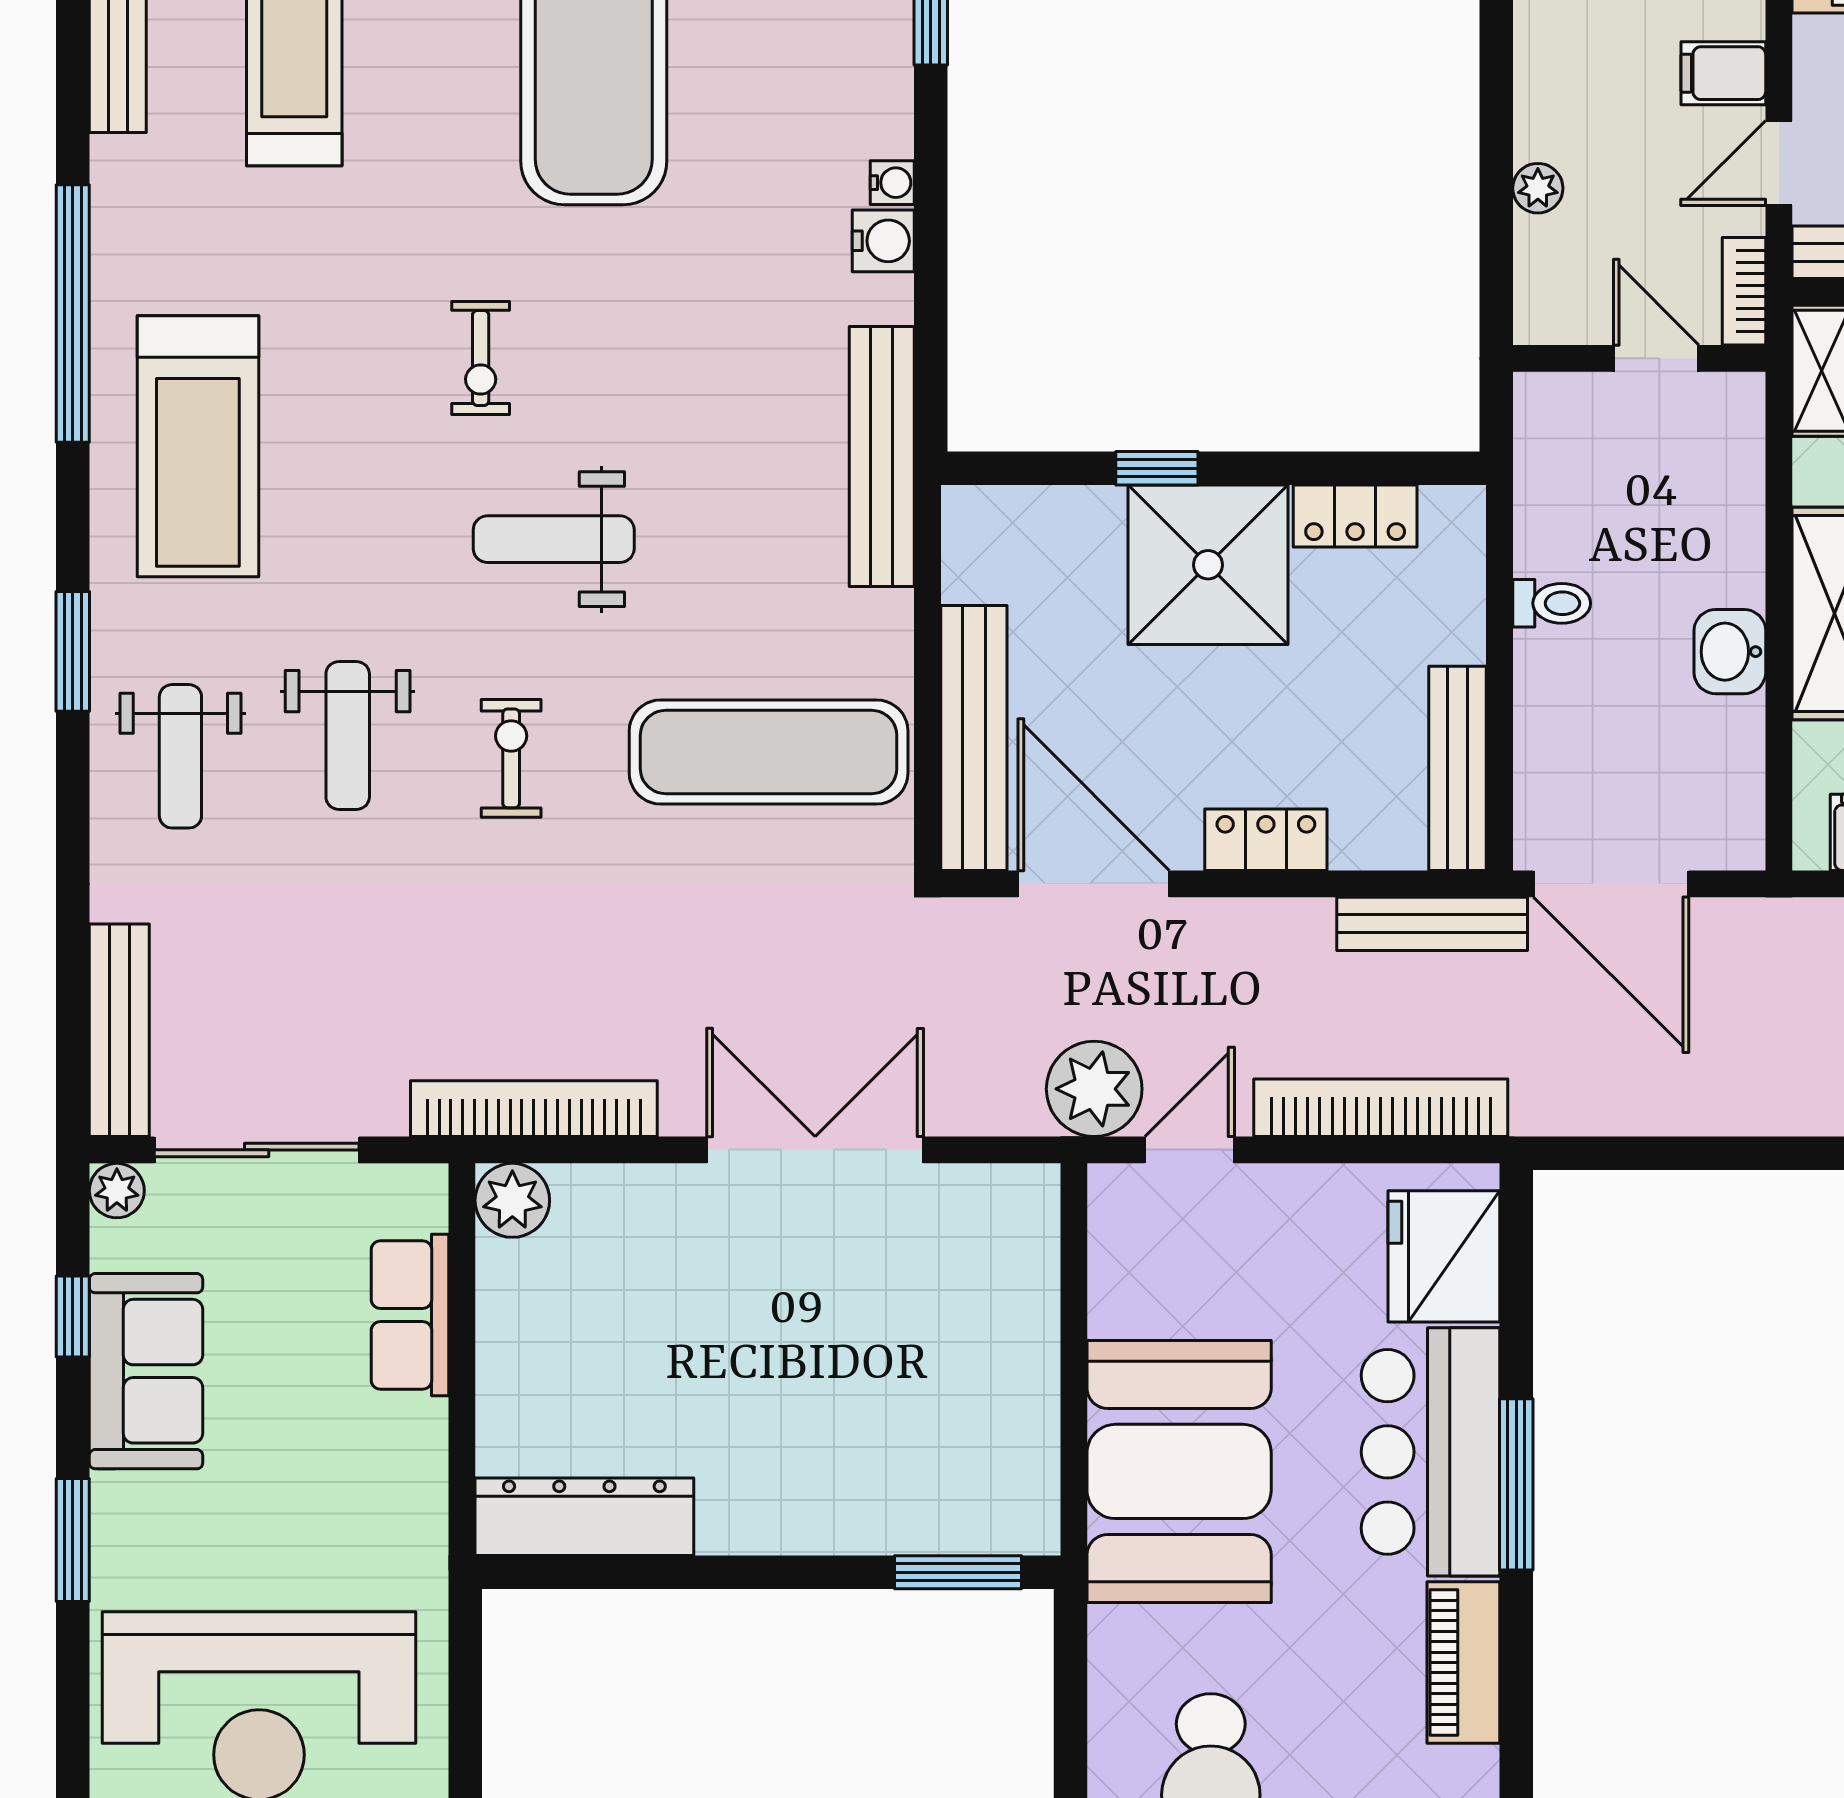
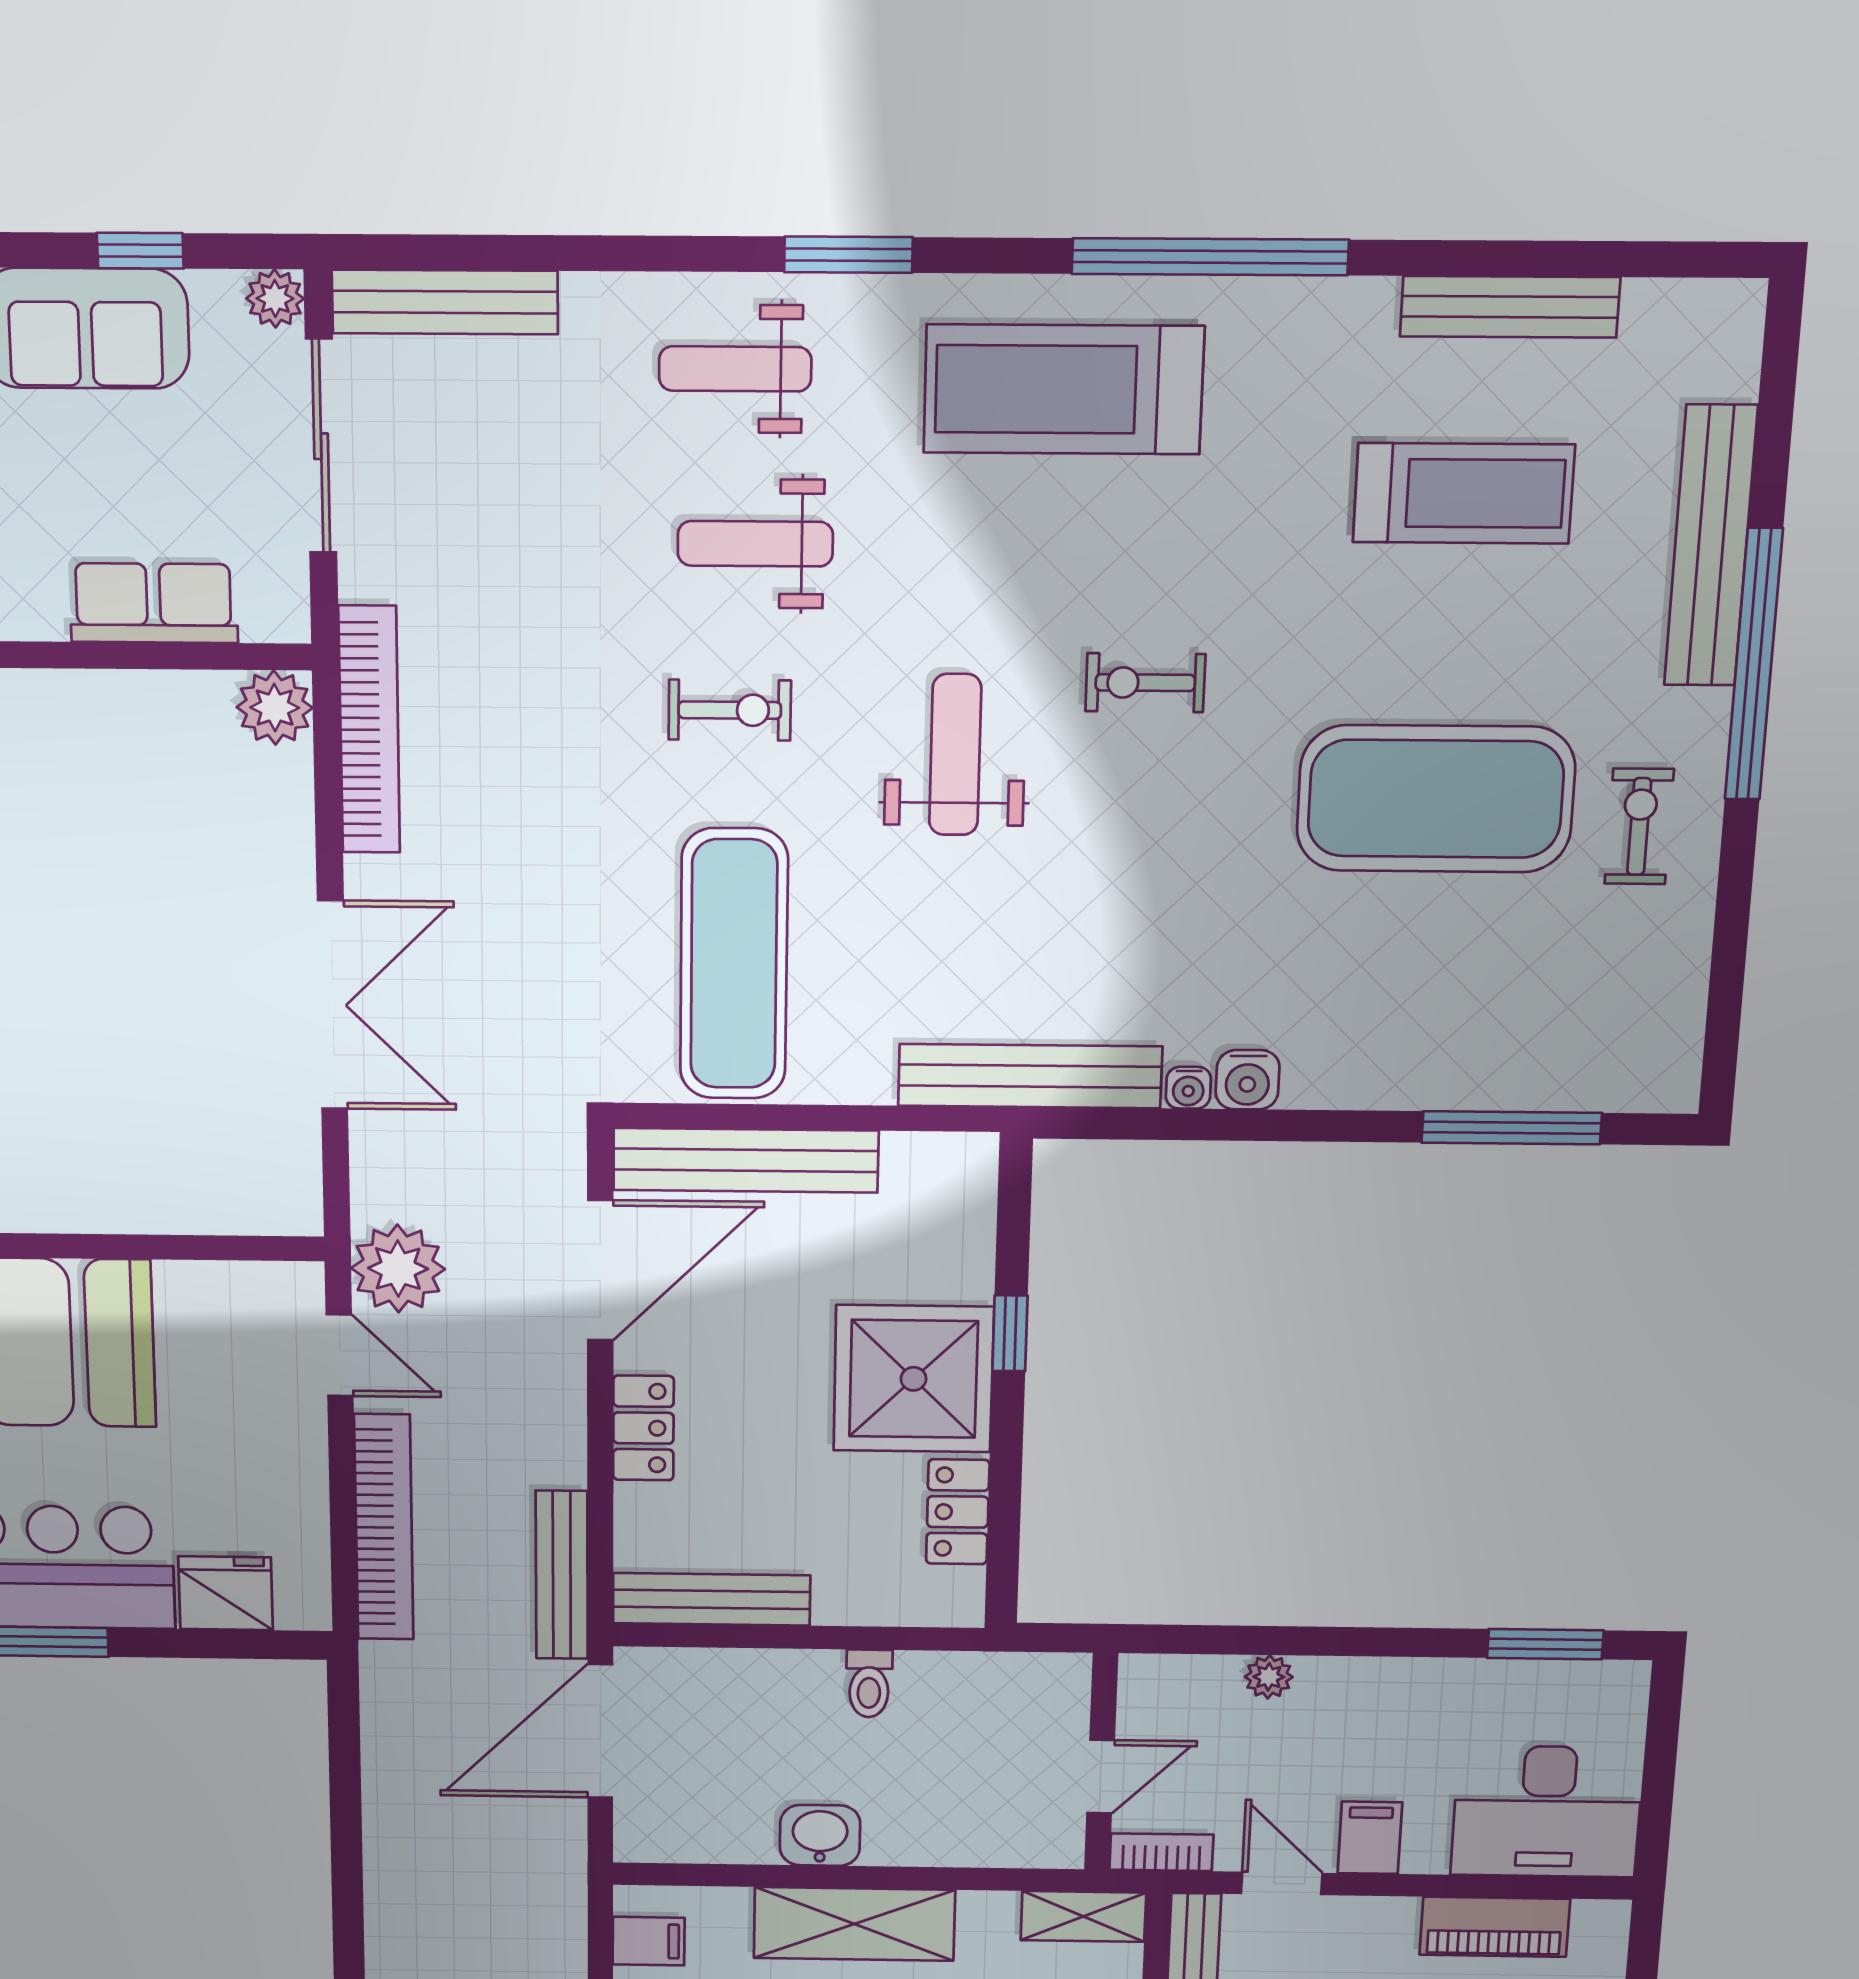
water cooler: (892, 183) -> (1188, 1088), moved
fridge: (1444, 1256) -> (226, 1593), width x0.73, depth x0.75

